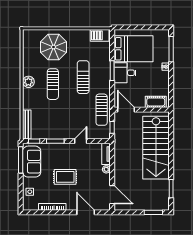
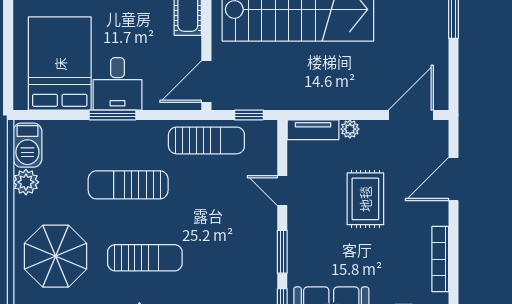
plant: (84, 35) -> (26, 182), added
rug: (65, 177) -> (365, 199), moved

